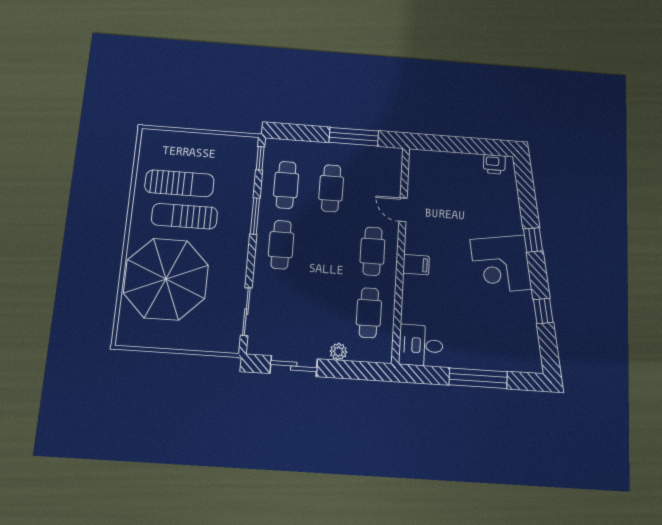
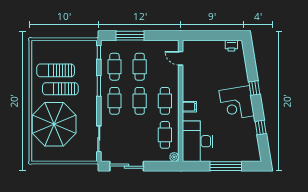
window: (354, 137) -> (130, 36), moved
sun lounger: (179, 183) -> (56, 70), turned 180
door: (403, 210) -> (181, 58), moved
cafe table: (327, 248) -> (140, 101), added
desk: (421, 345) -> (198, 141), width x1.87, depth x1.30
plant: (338, 352) -> (174, 157), moved
sliding door: (294, 366) -> (127, 166), width x1.37

